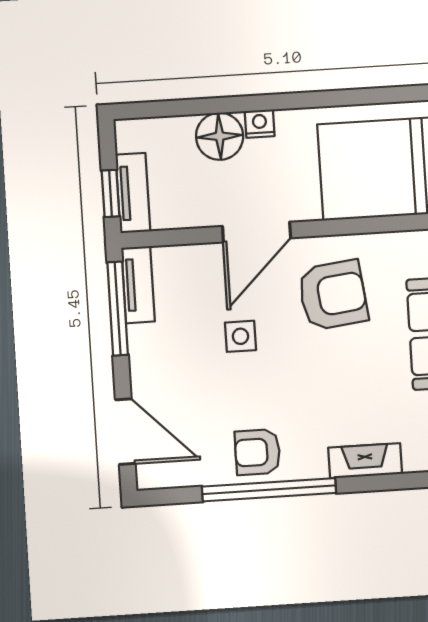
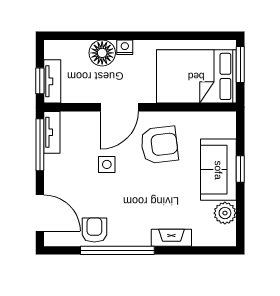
armchair: (257, 452) -> (94, 230), moved, turned 90

